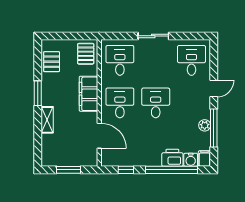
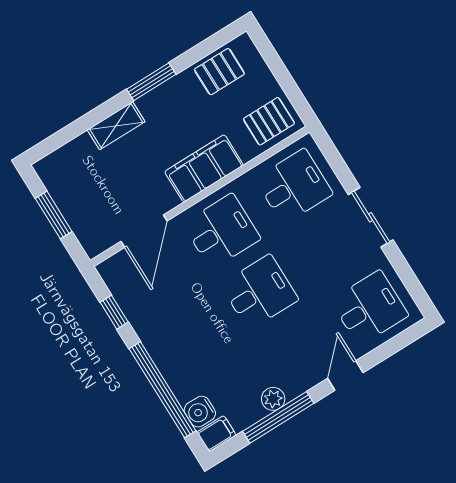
door: (214, 88) -> (345, 376), swing flipped
printer: (172, 158) -> (184, 378), removed

